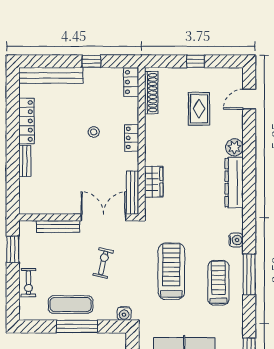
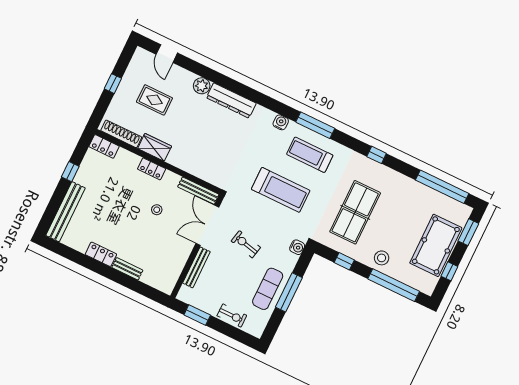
locker: (26, 121) -> (101, 254), width x0.66
stool: (94, 132) -> (157, 210), moved
wardrobe: (154, 182) -> (155, 147), moved
treadmill: (171, 271) -> (281, 190), turned 180

